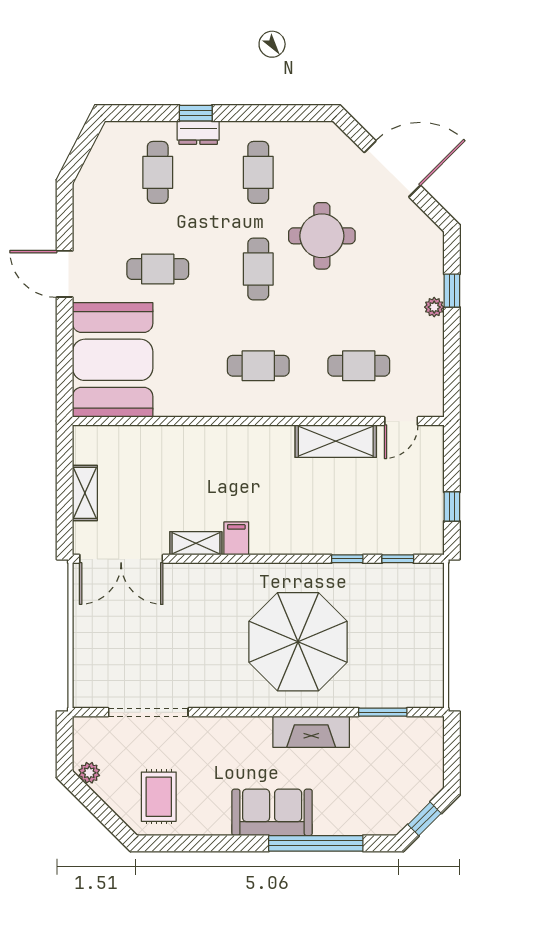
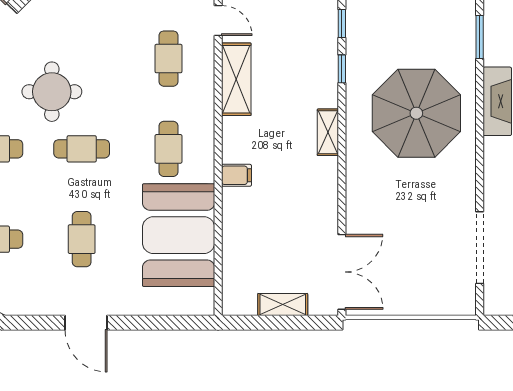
door: (65, 274) -> (86, 323), hinge flipped
booth: (113, 360) -> (179, 235), moved, turned 90
filing cabinet: (236, 538) -> (236, 175), moved, turned 180
shelving: (196, 543) -> (328, 132), moved

